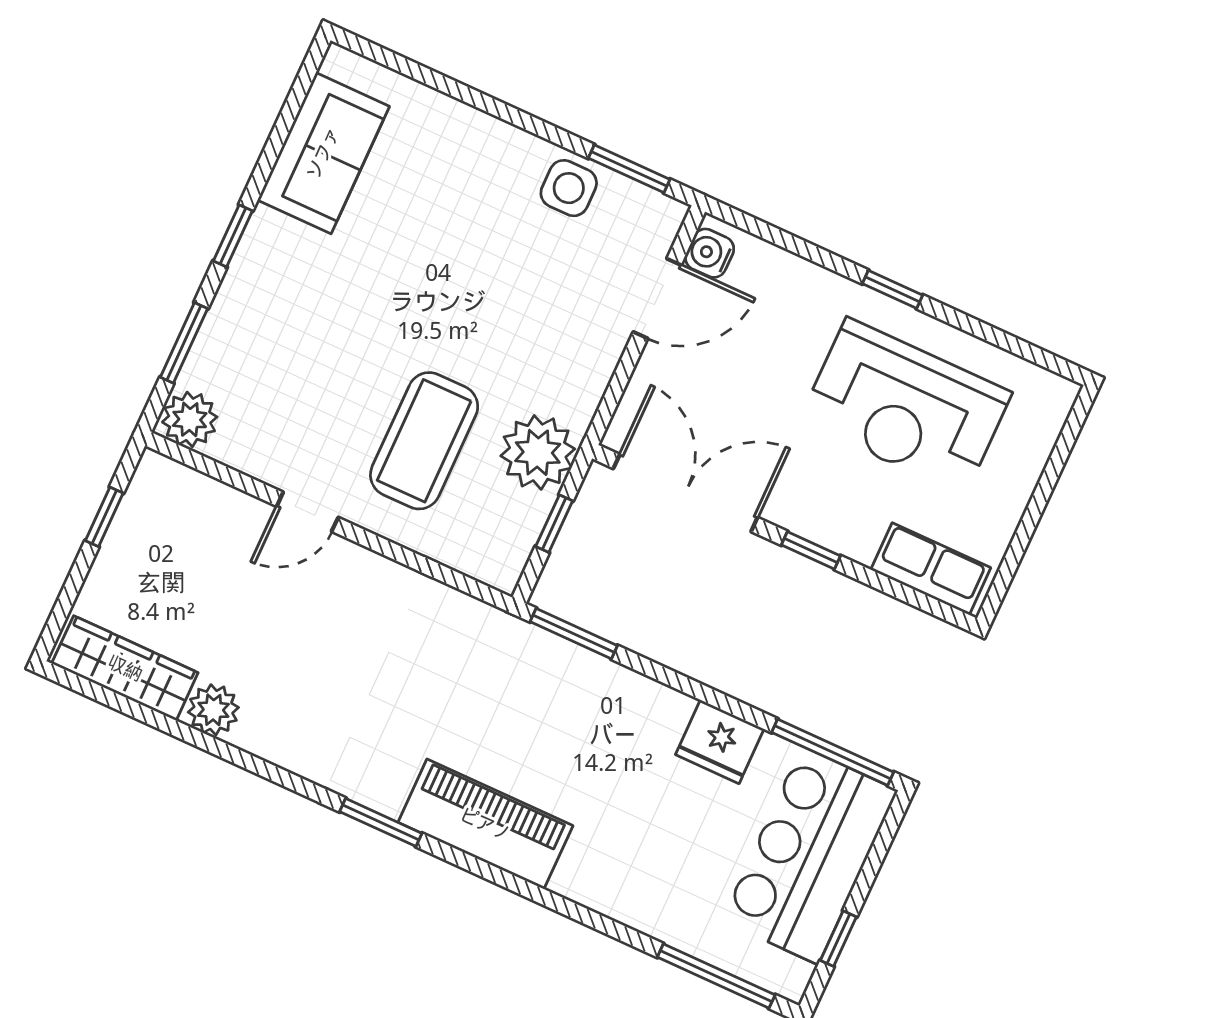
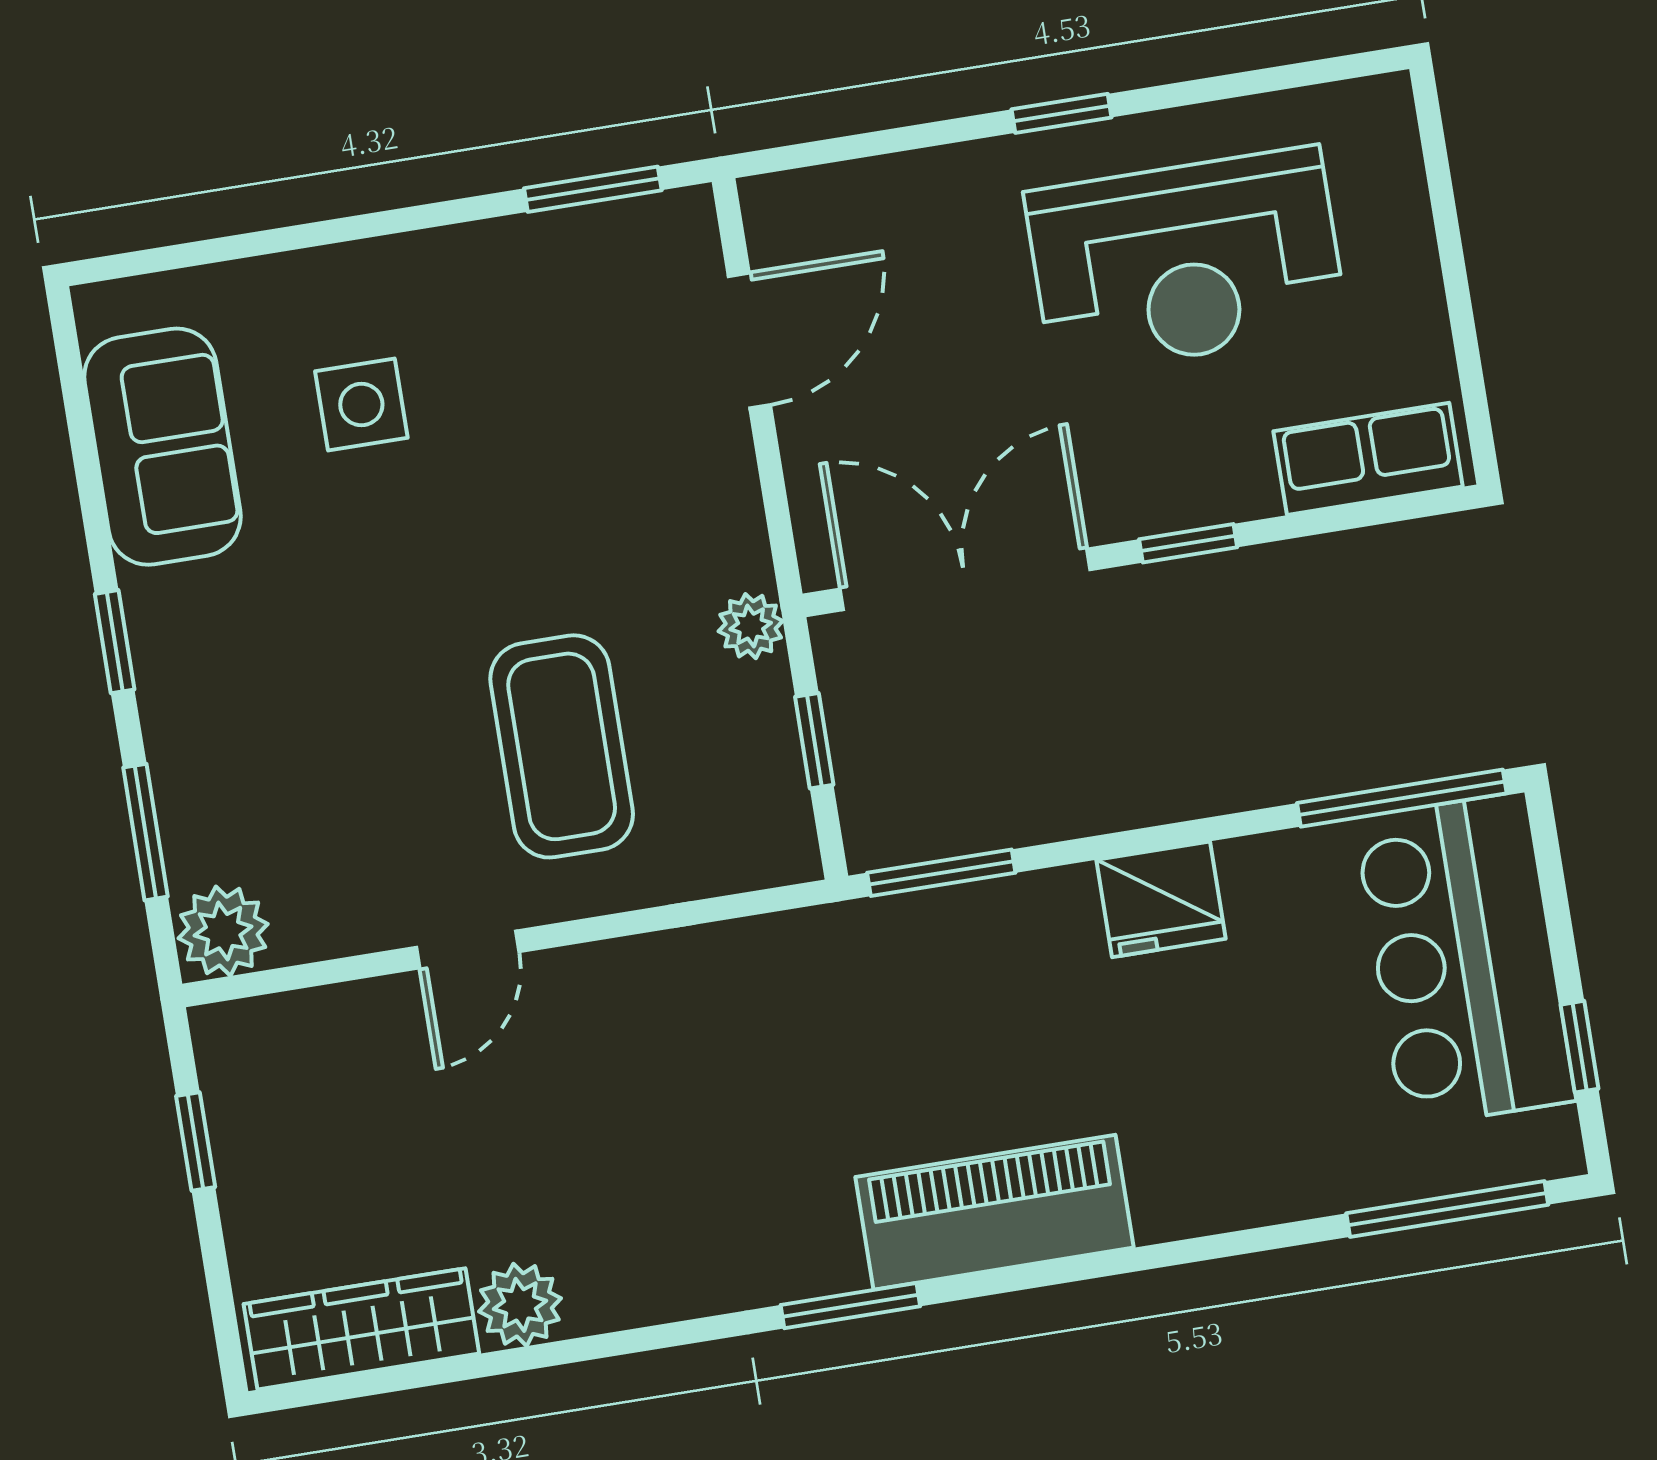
side table: (569, 188) -> (361, 405), moved
water cooler: (710, 253) -> (779, 231), removed
plant: (538, 452) -> (751, 626), width x0.53, depth x0.53
fridge: (720, 742) -> (1161, 899), moved

